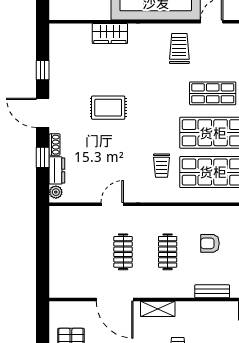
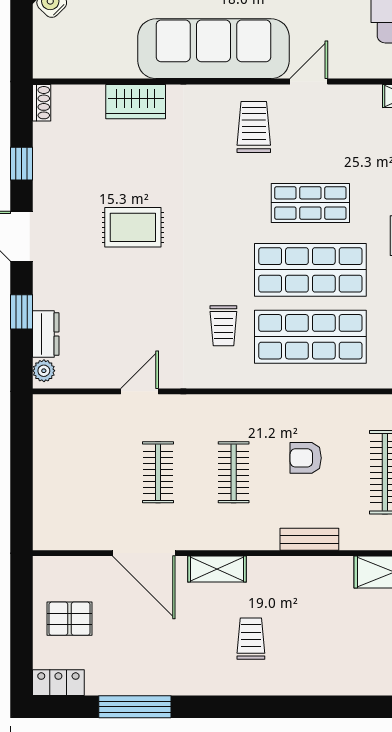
shoe rack: (55, 145) -> (42, 103), moved

